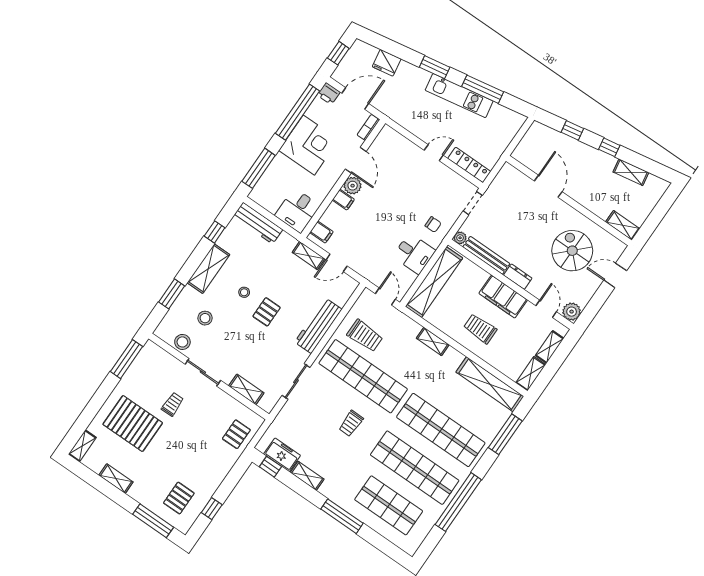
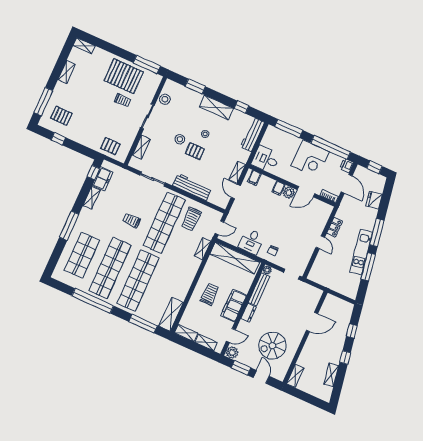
window: (435, 67) -> (377, 233), width x1.44
locker: (469, 165) -> (335, 227), moved, width x0.66
spiral stairs: (572, 251) -> (272, 346), turned 180
window: (596, 303) -> (241, 368), added
stool: (205, 318) -> (180, 139), moved
shelving: (433, 342) -> (203, 249), moved
shelving: (490, 384) -> (171, 314), width x0.68
pallet: (133, 424) -> (124, 76), moved, turned 90

